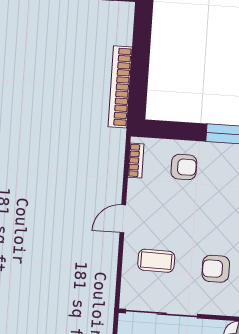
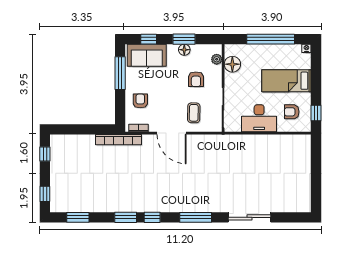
bookcase: (120, 87) -> (118, 140), moved
door: (123, 219) -> (172, 133), width x1.88

